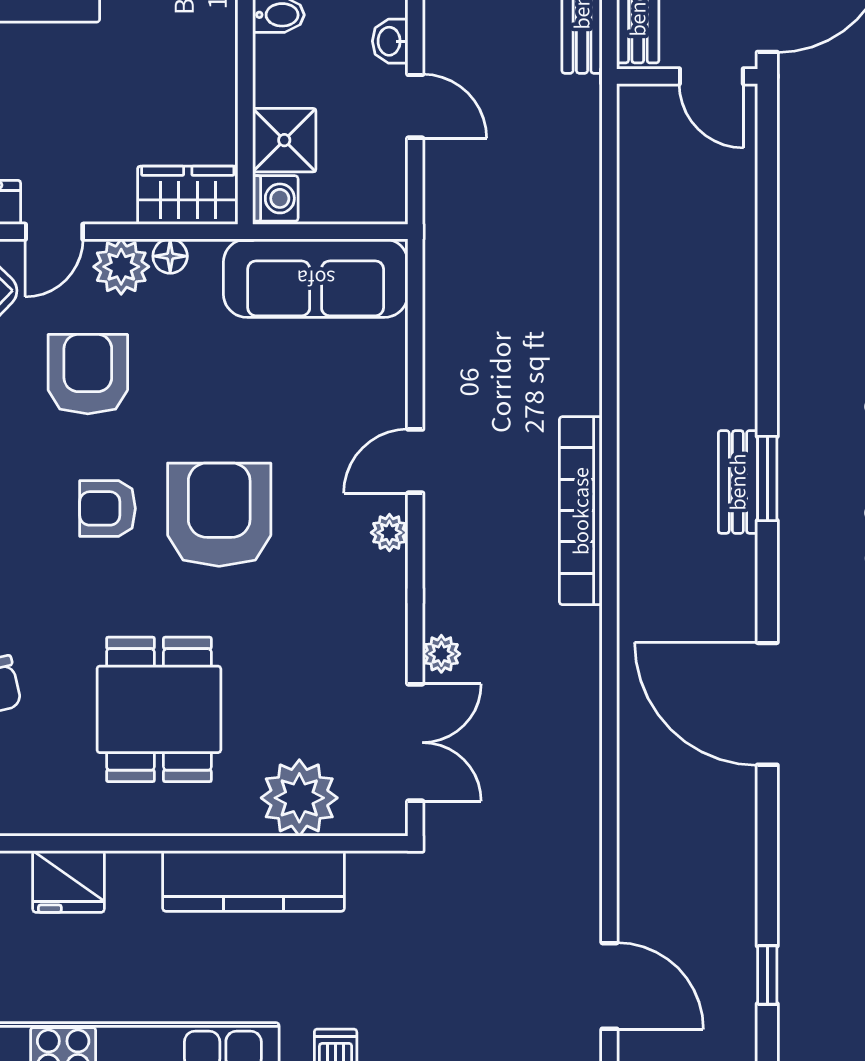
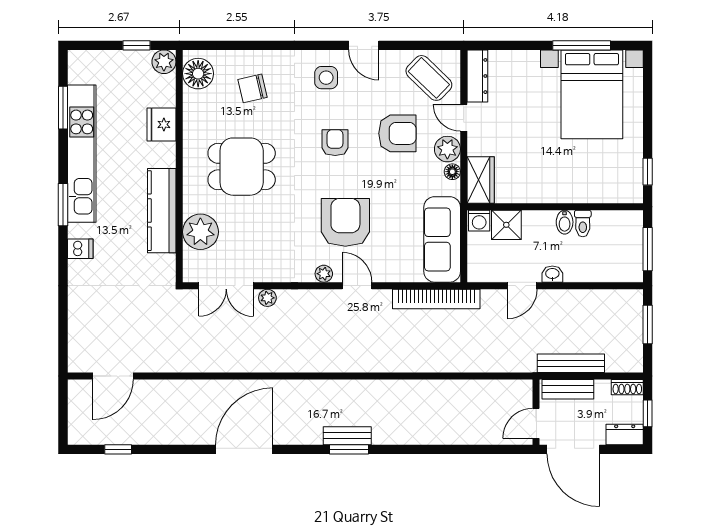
bookcase: (581, 511) -> (436, 299), moved, turned 180
armchair: (219, 515) -> (345, 222), moved, turned -90

